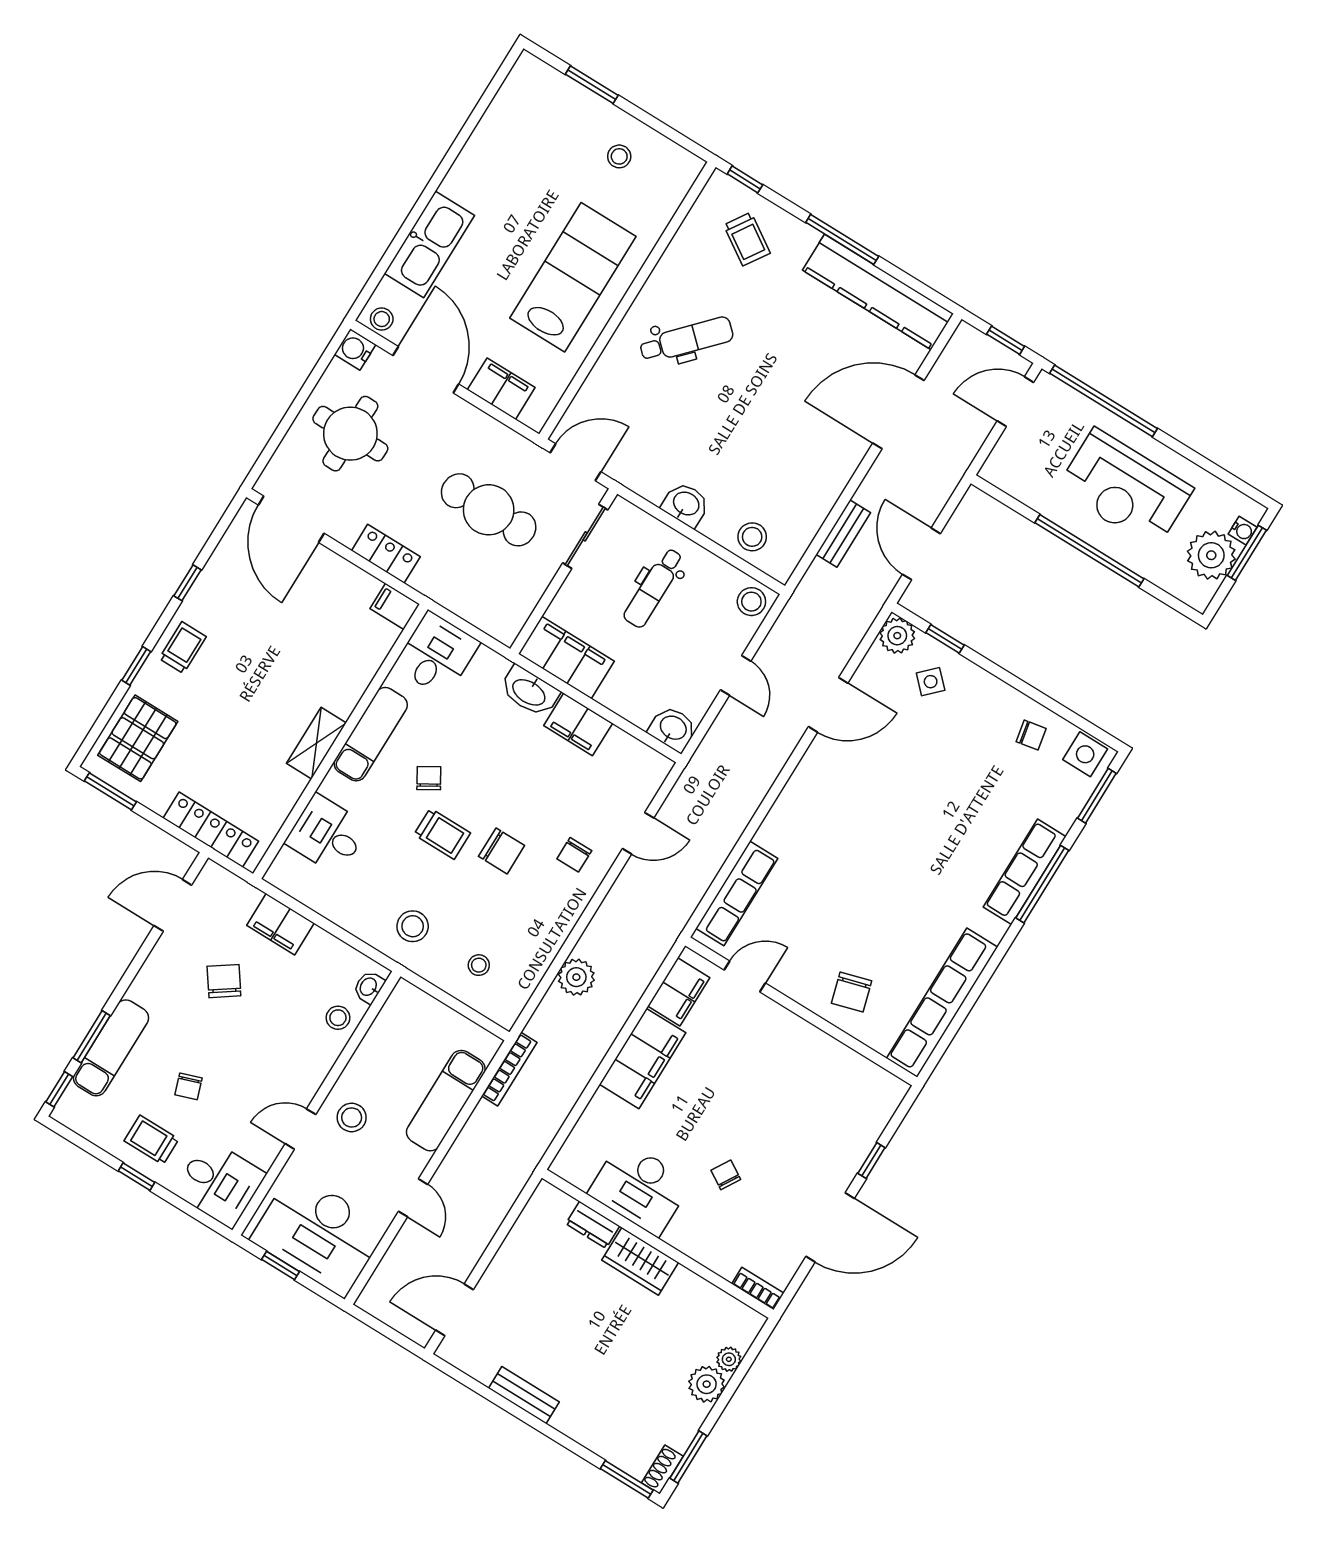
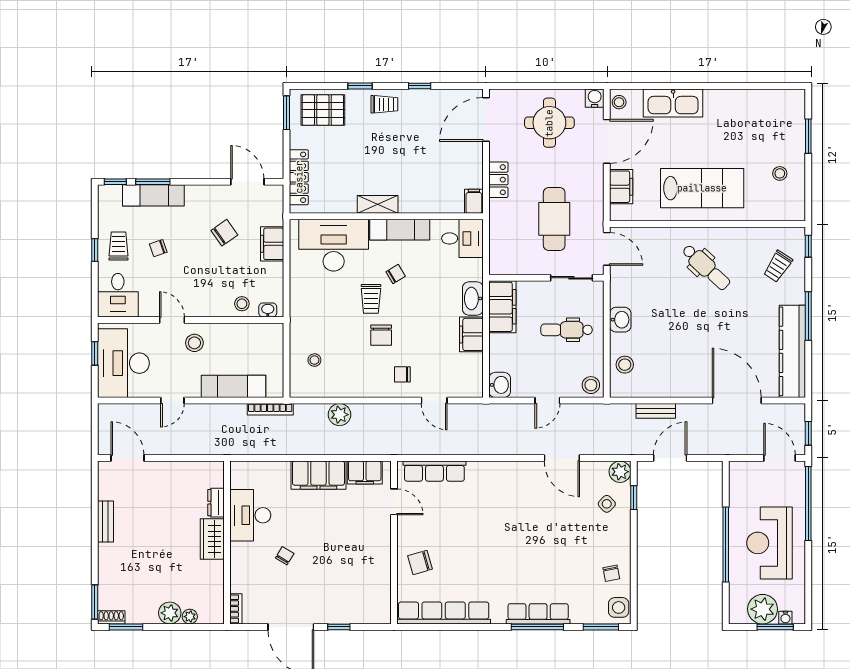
desk: (327, 834) -> (334, 245), width x1.87, depth x1.30
stool: (413, 926) -> (313, 313), removed

